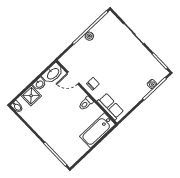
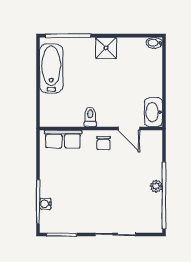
door: (73, 78) -> (129, 128), swing flipped
washbasin: (39, 84) -> (156, 88), removed
shower: (31, 96) -> (106, 48), moved
bathtub: (97, 130) -> (51, 68), moved

